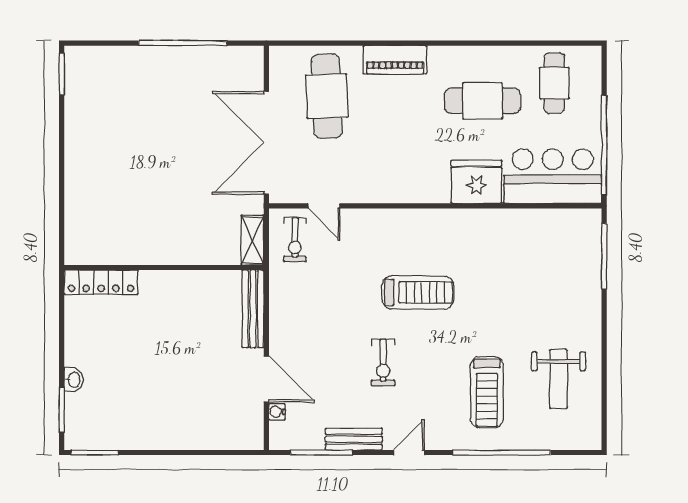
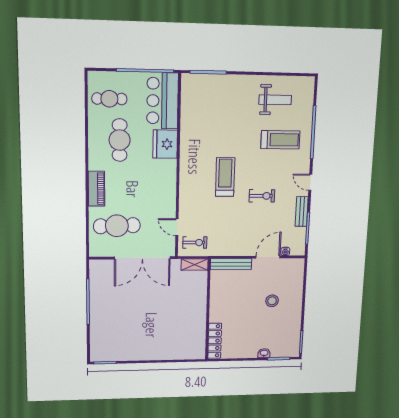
door: (324, 206) -> (177, 227), swing flipped
stool: (180, 391) -> (272, 301), added

